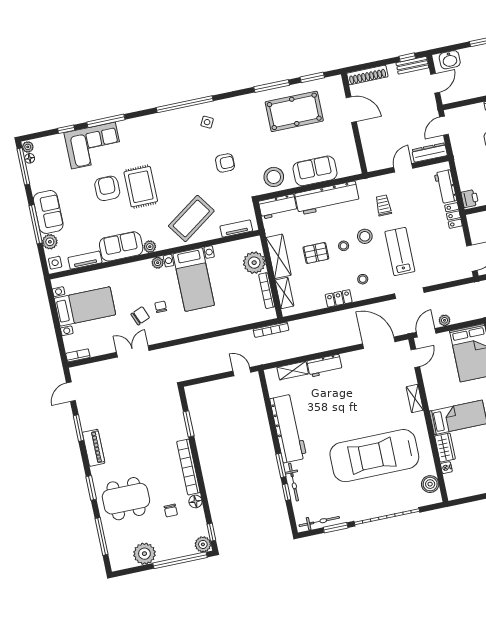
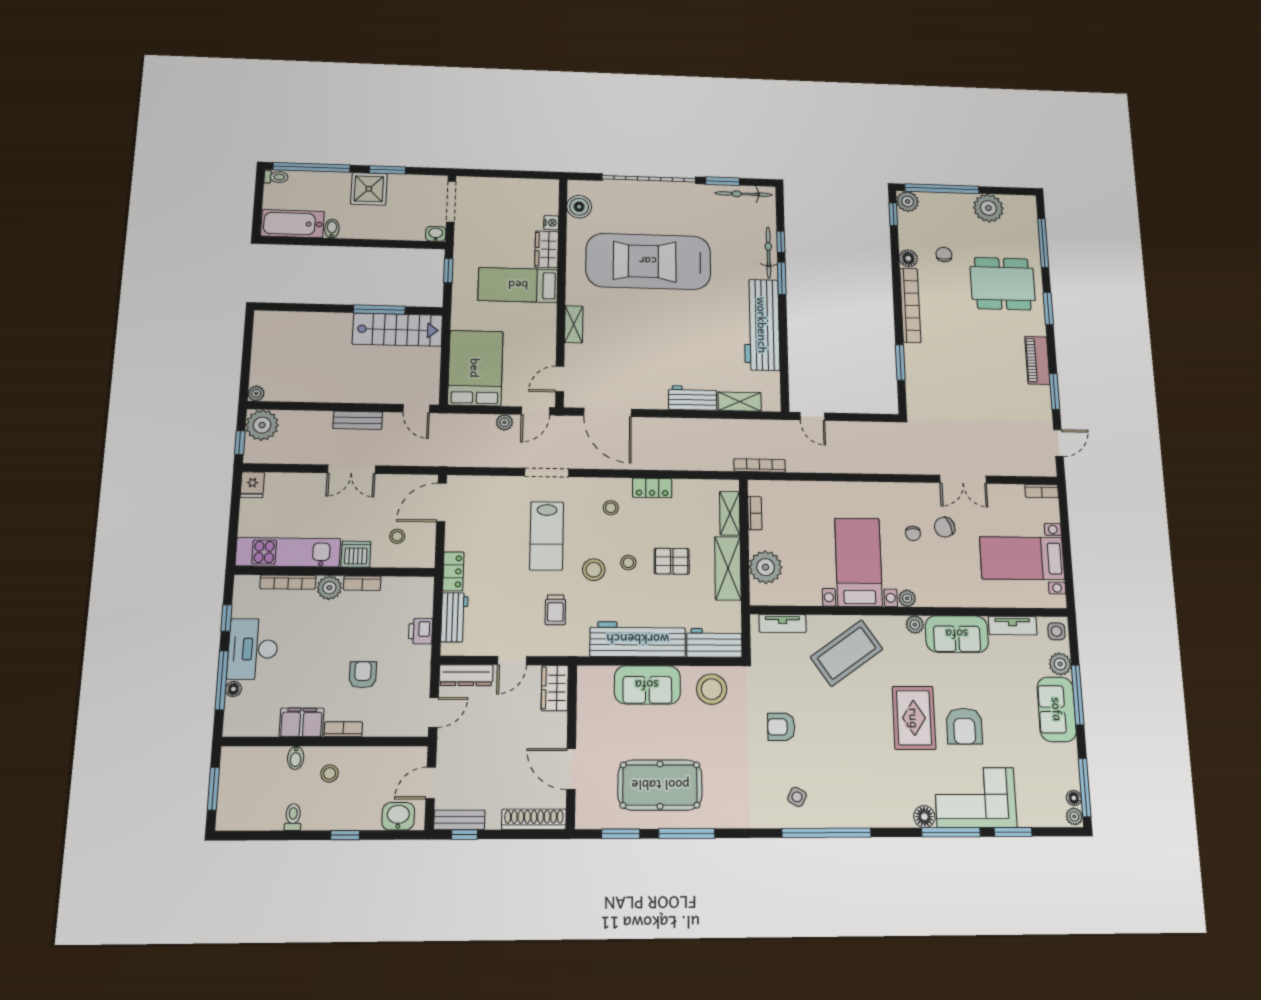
floor lamp: (124, 127) -> (924, 817), added
window: (66, 129) -> (1013, 832), width x1.50
wardrobe: (373, 157) -> (555, 688), added
printer: (470, 199) -> (420, 631), moved
bookcase: (267, 291) -> (755, 513), width x0.64
car: (374, 456) -> (648, 261), turned 180

